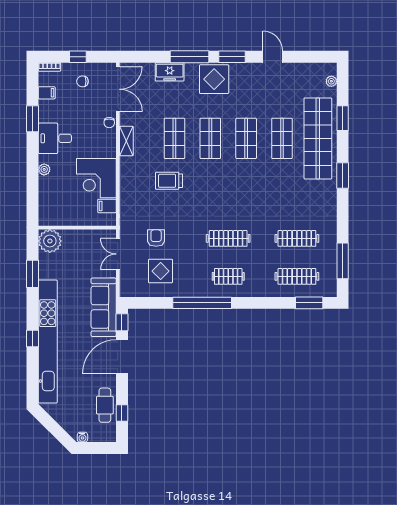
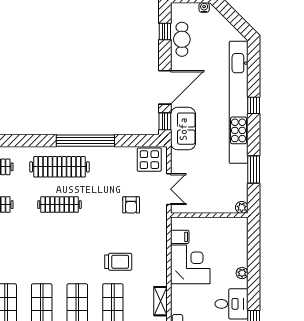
plant: (50, 241) -> (242, 207), width x0.53, depth x0.53
display table: (161, 271) -> (149, 160), moved
clothes rail: (228, 276) -> (60, 167), width x1.86, depth x1.31
sofa: (104, 307) -> (183, 129), width x0.73

